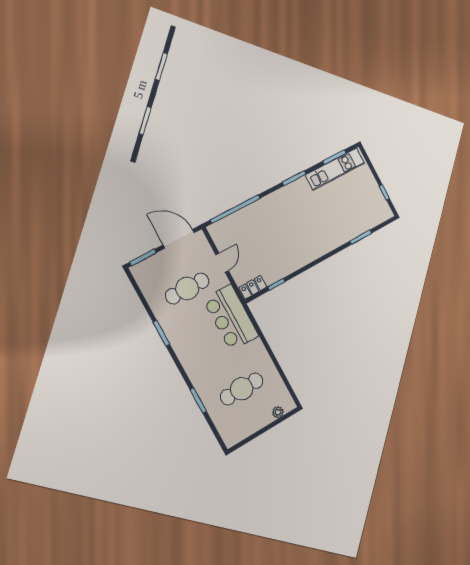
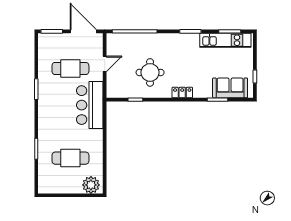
sofa: (366, 218) -> (230, 88), added
round table: (276, 246) -> (150, 72), added
locker: (253, 287) -> (182, 93), moved
plant: (278, 412) -> (91, 185), width x1.88, depth x1.88

